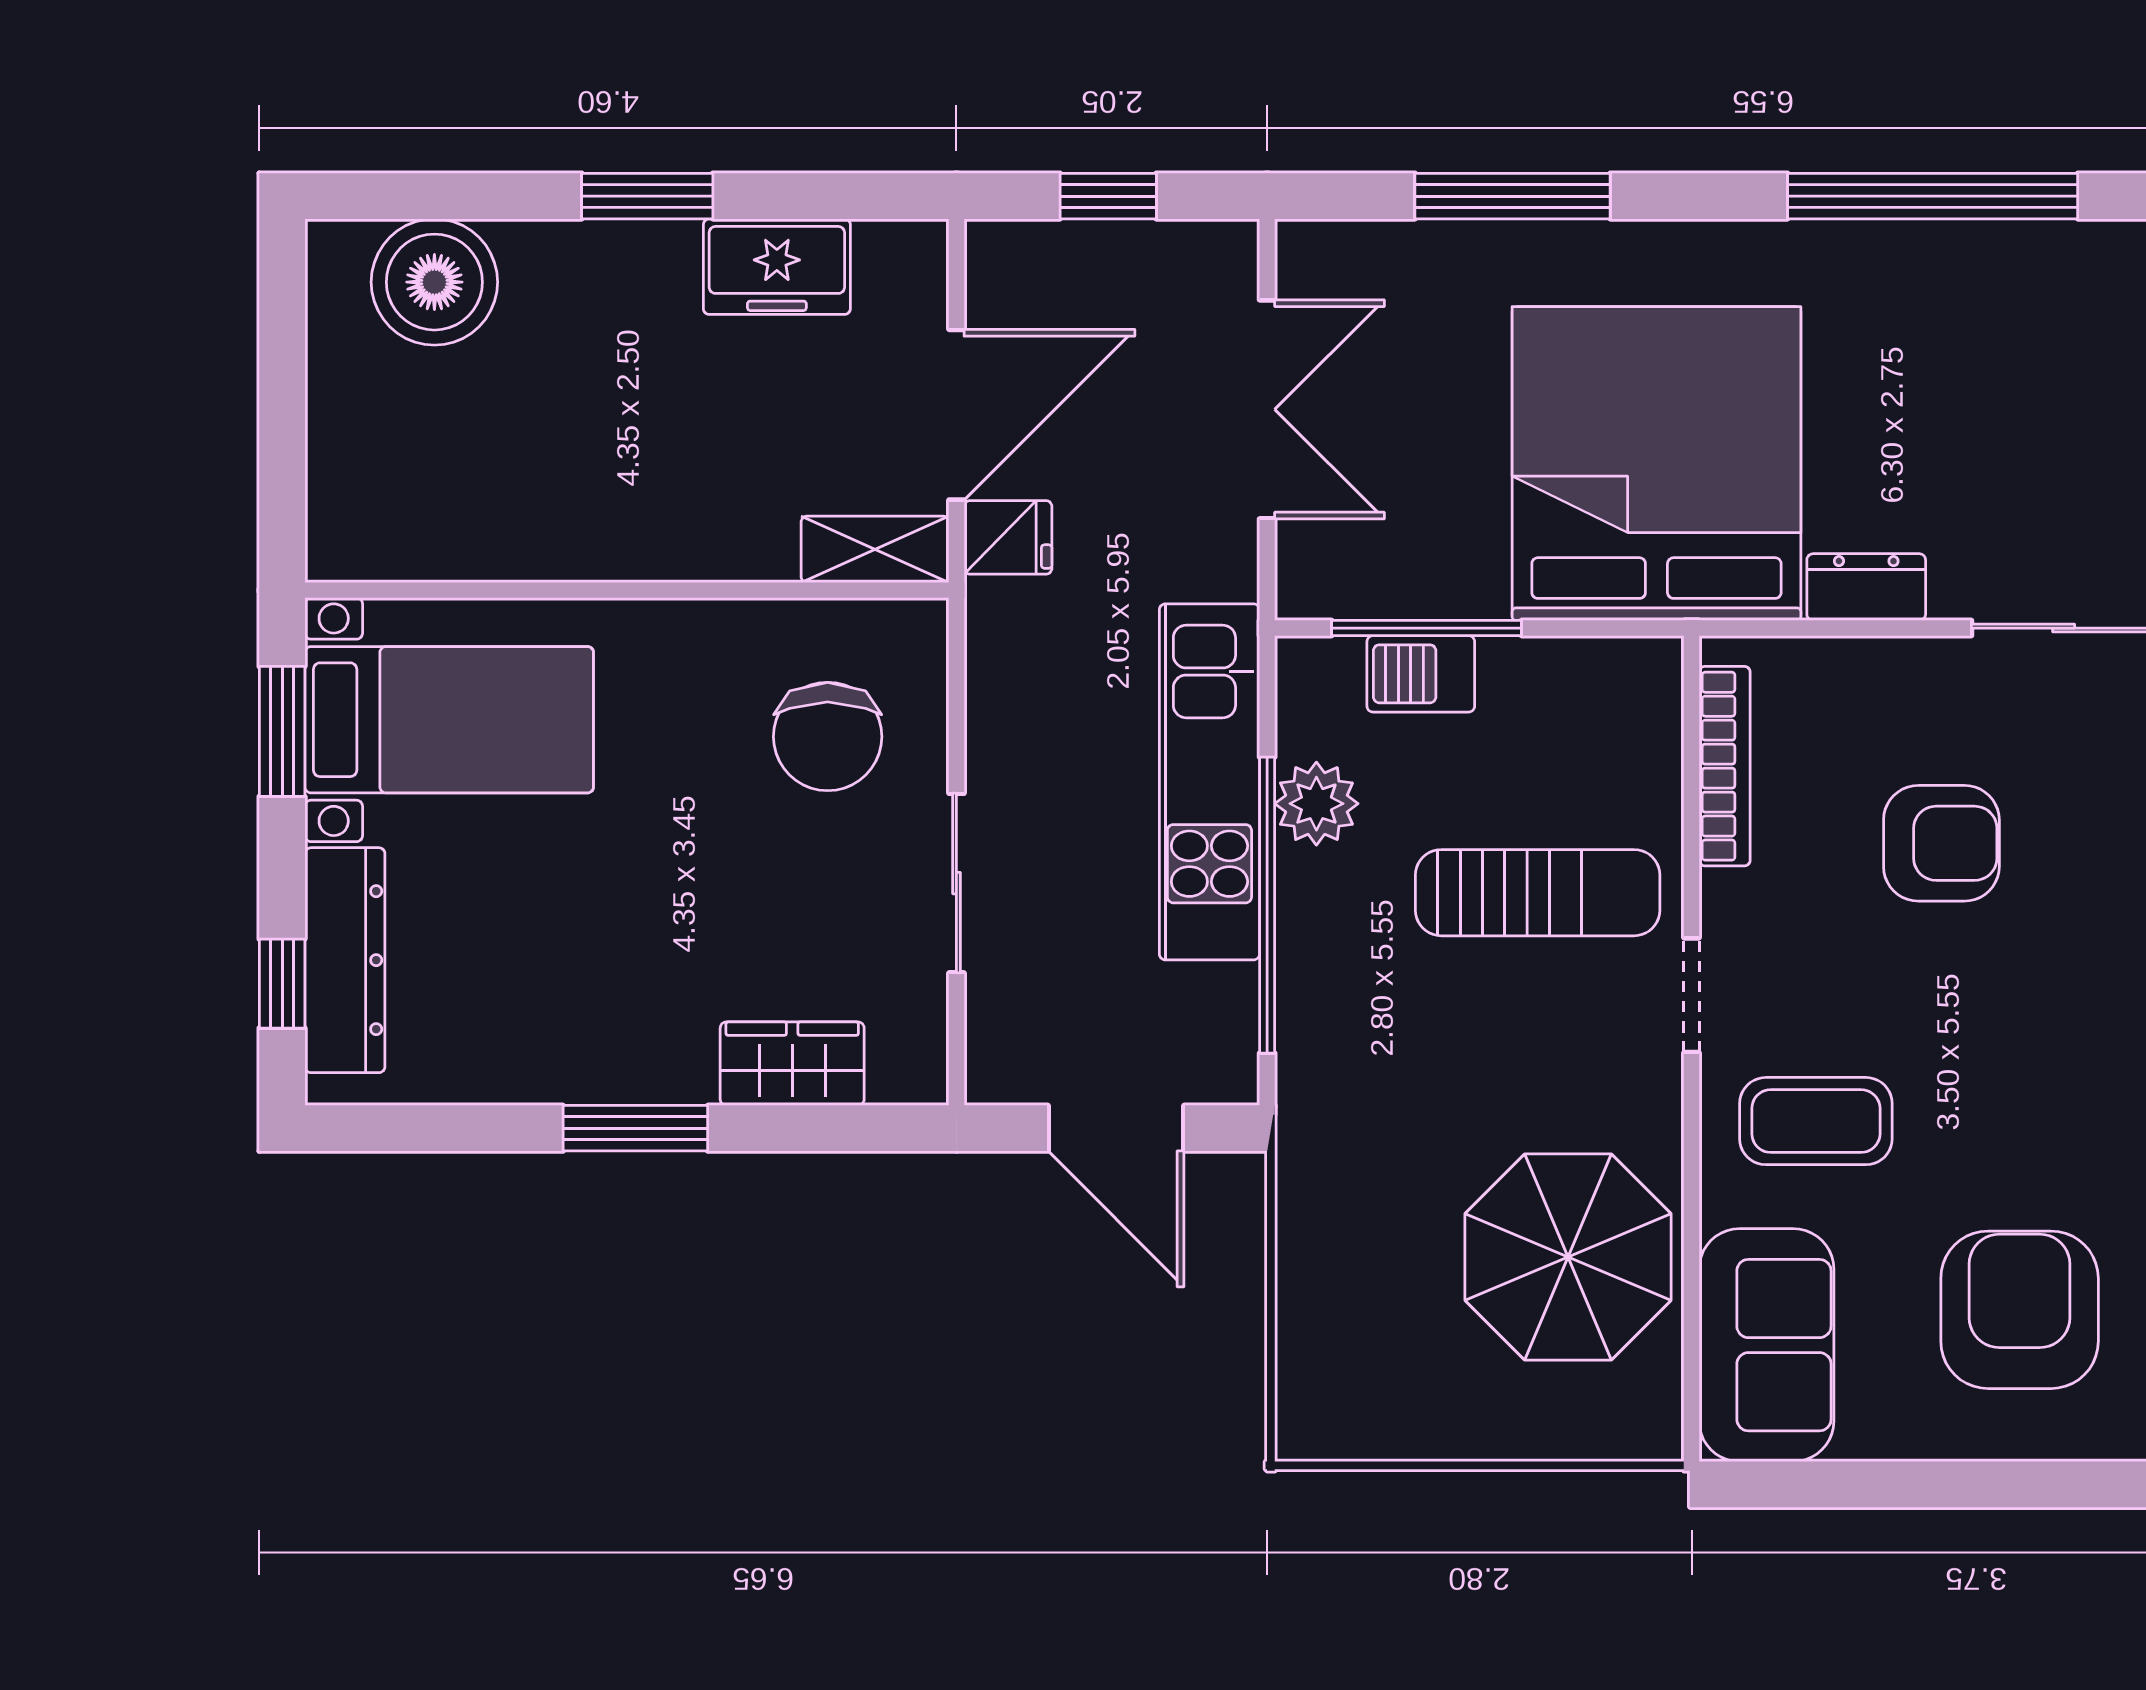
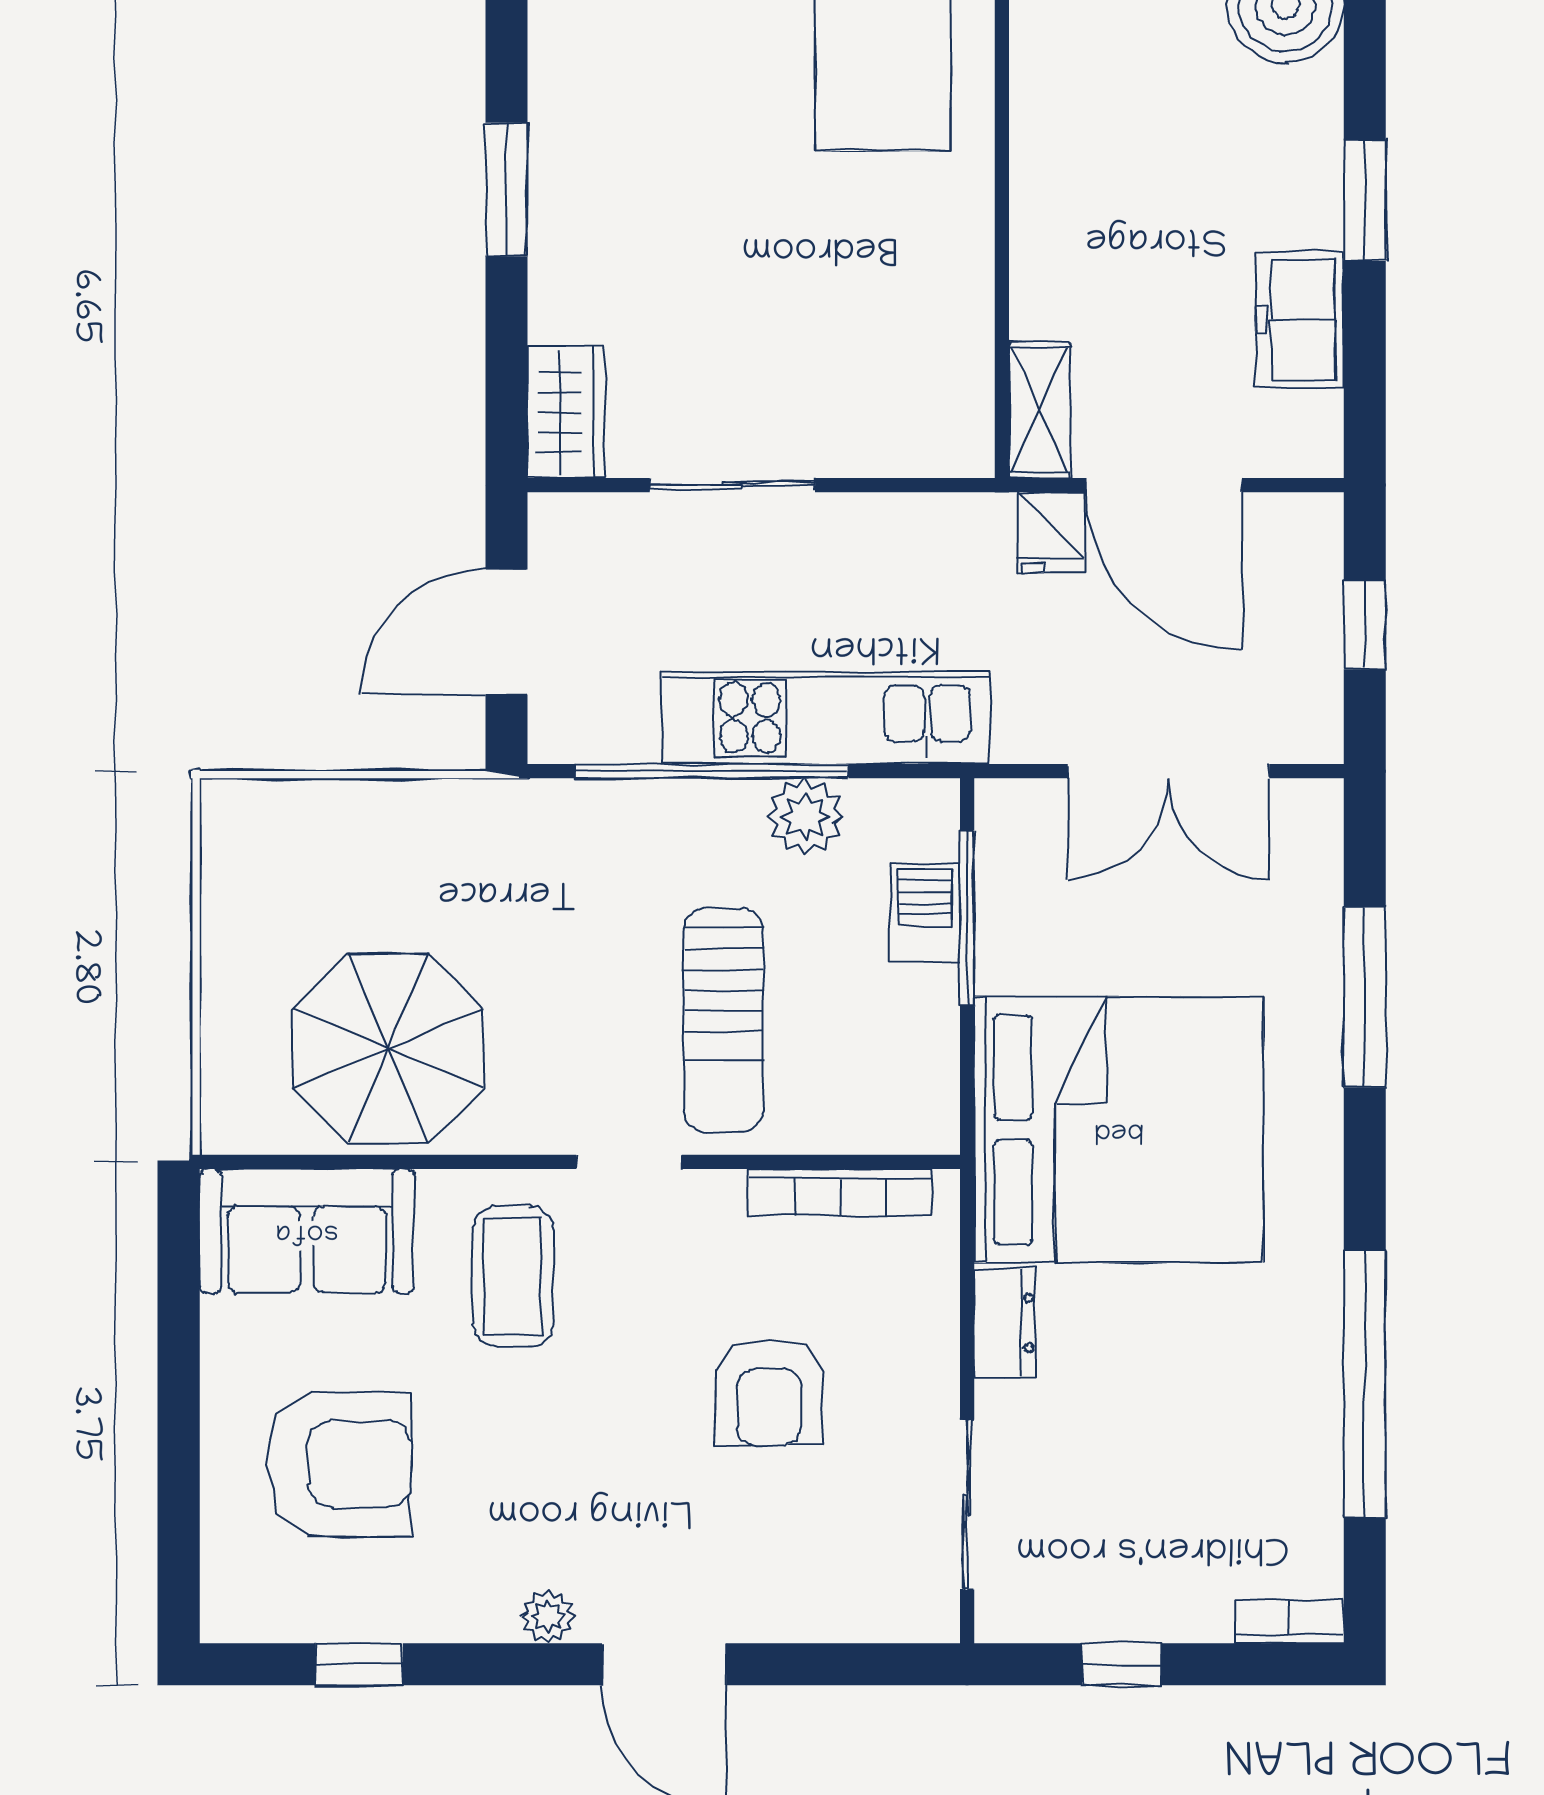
chair: (828, 737) -> (867, 366), removed
wardrobe: (792, 1064) -> (566, 412), moved

